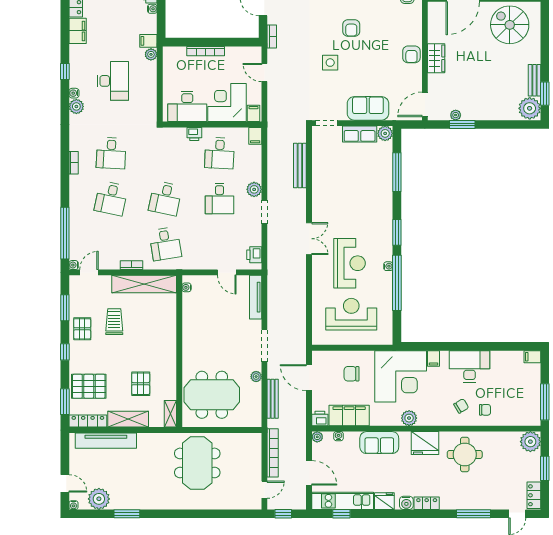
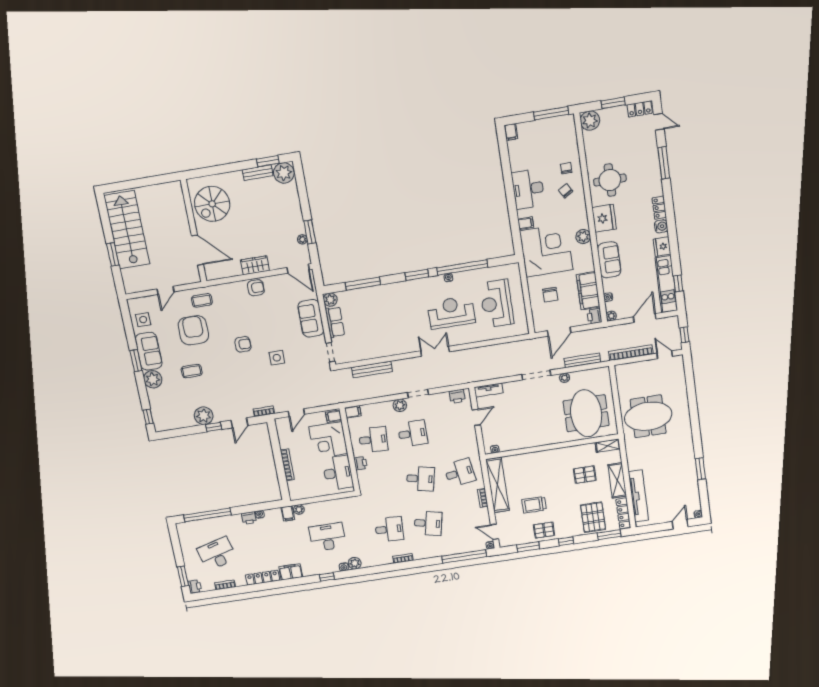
tv unit: (256, 297) -> (489, 390), width x0.71
plant: (99, 499) -> (690, 494), removed

